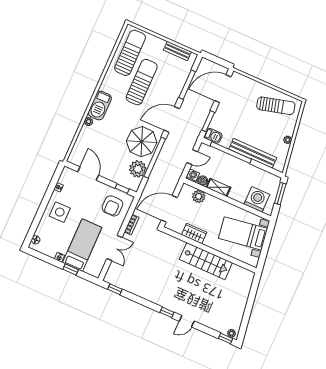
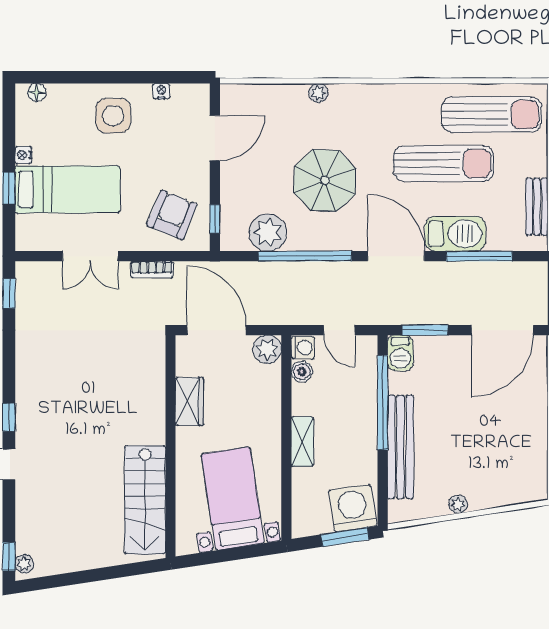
door: (223, 89) -> (502, 330), swing flipped
barbecue: (100, 106) -> (455, 234), moved, turned 180
sun lounger: (276, 106) -> (515, 451), removed
parasol: (142, 142) -> (325, 180), moved
shelving: (218, 187) -> (302, 442), moved
plant: (199, 196) -> (267, 349), moved
washing machine: (257, 199) -> (353, 508), moved, turned -99
armchair: (112, 206) -> (172, 215), turned 112
stairs: (206, 261) -> (145, 500), moved

